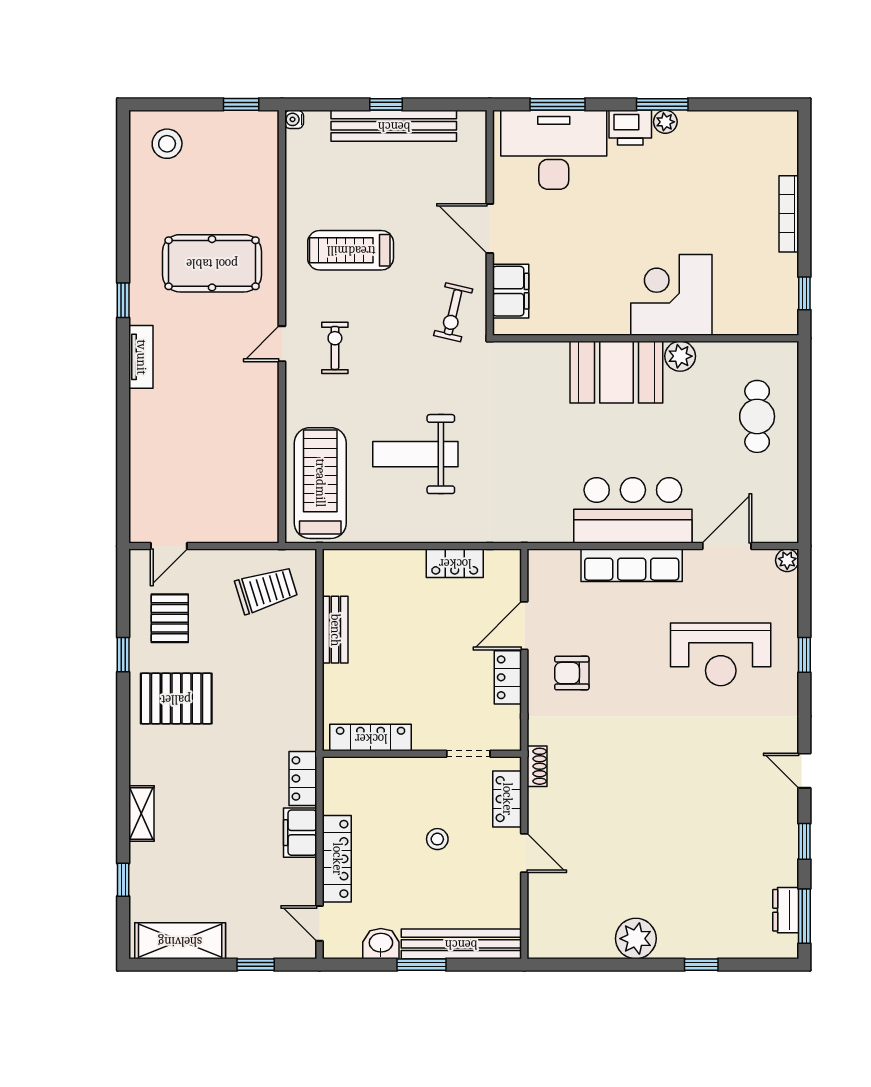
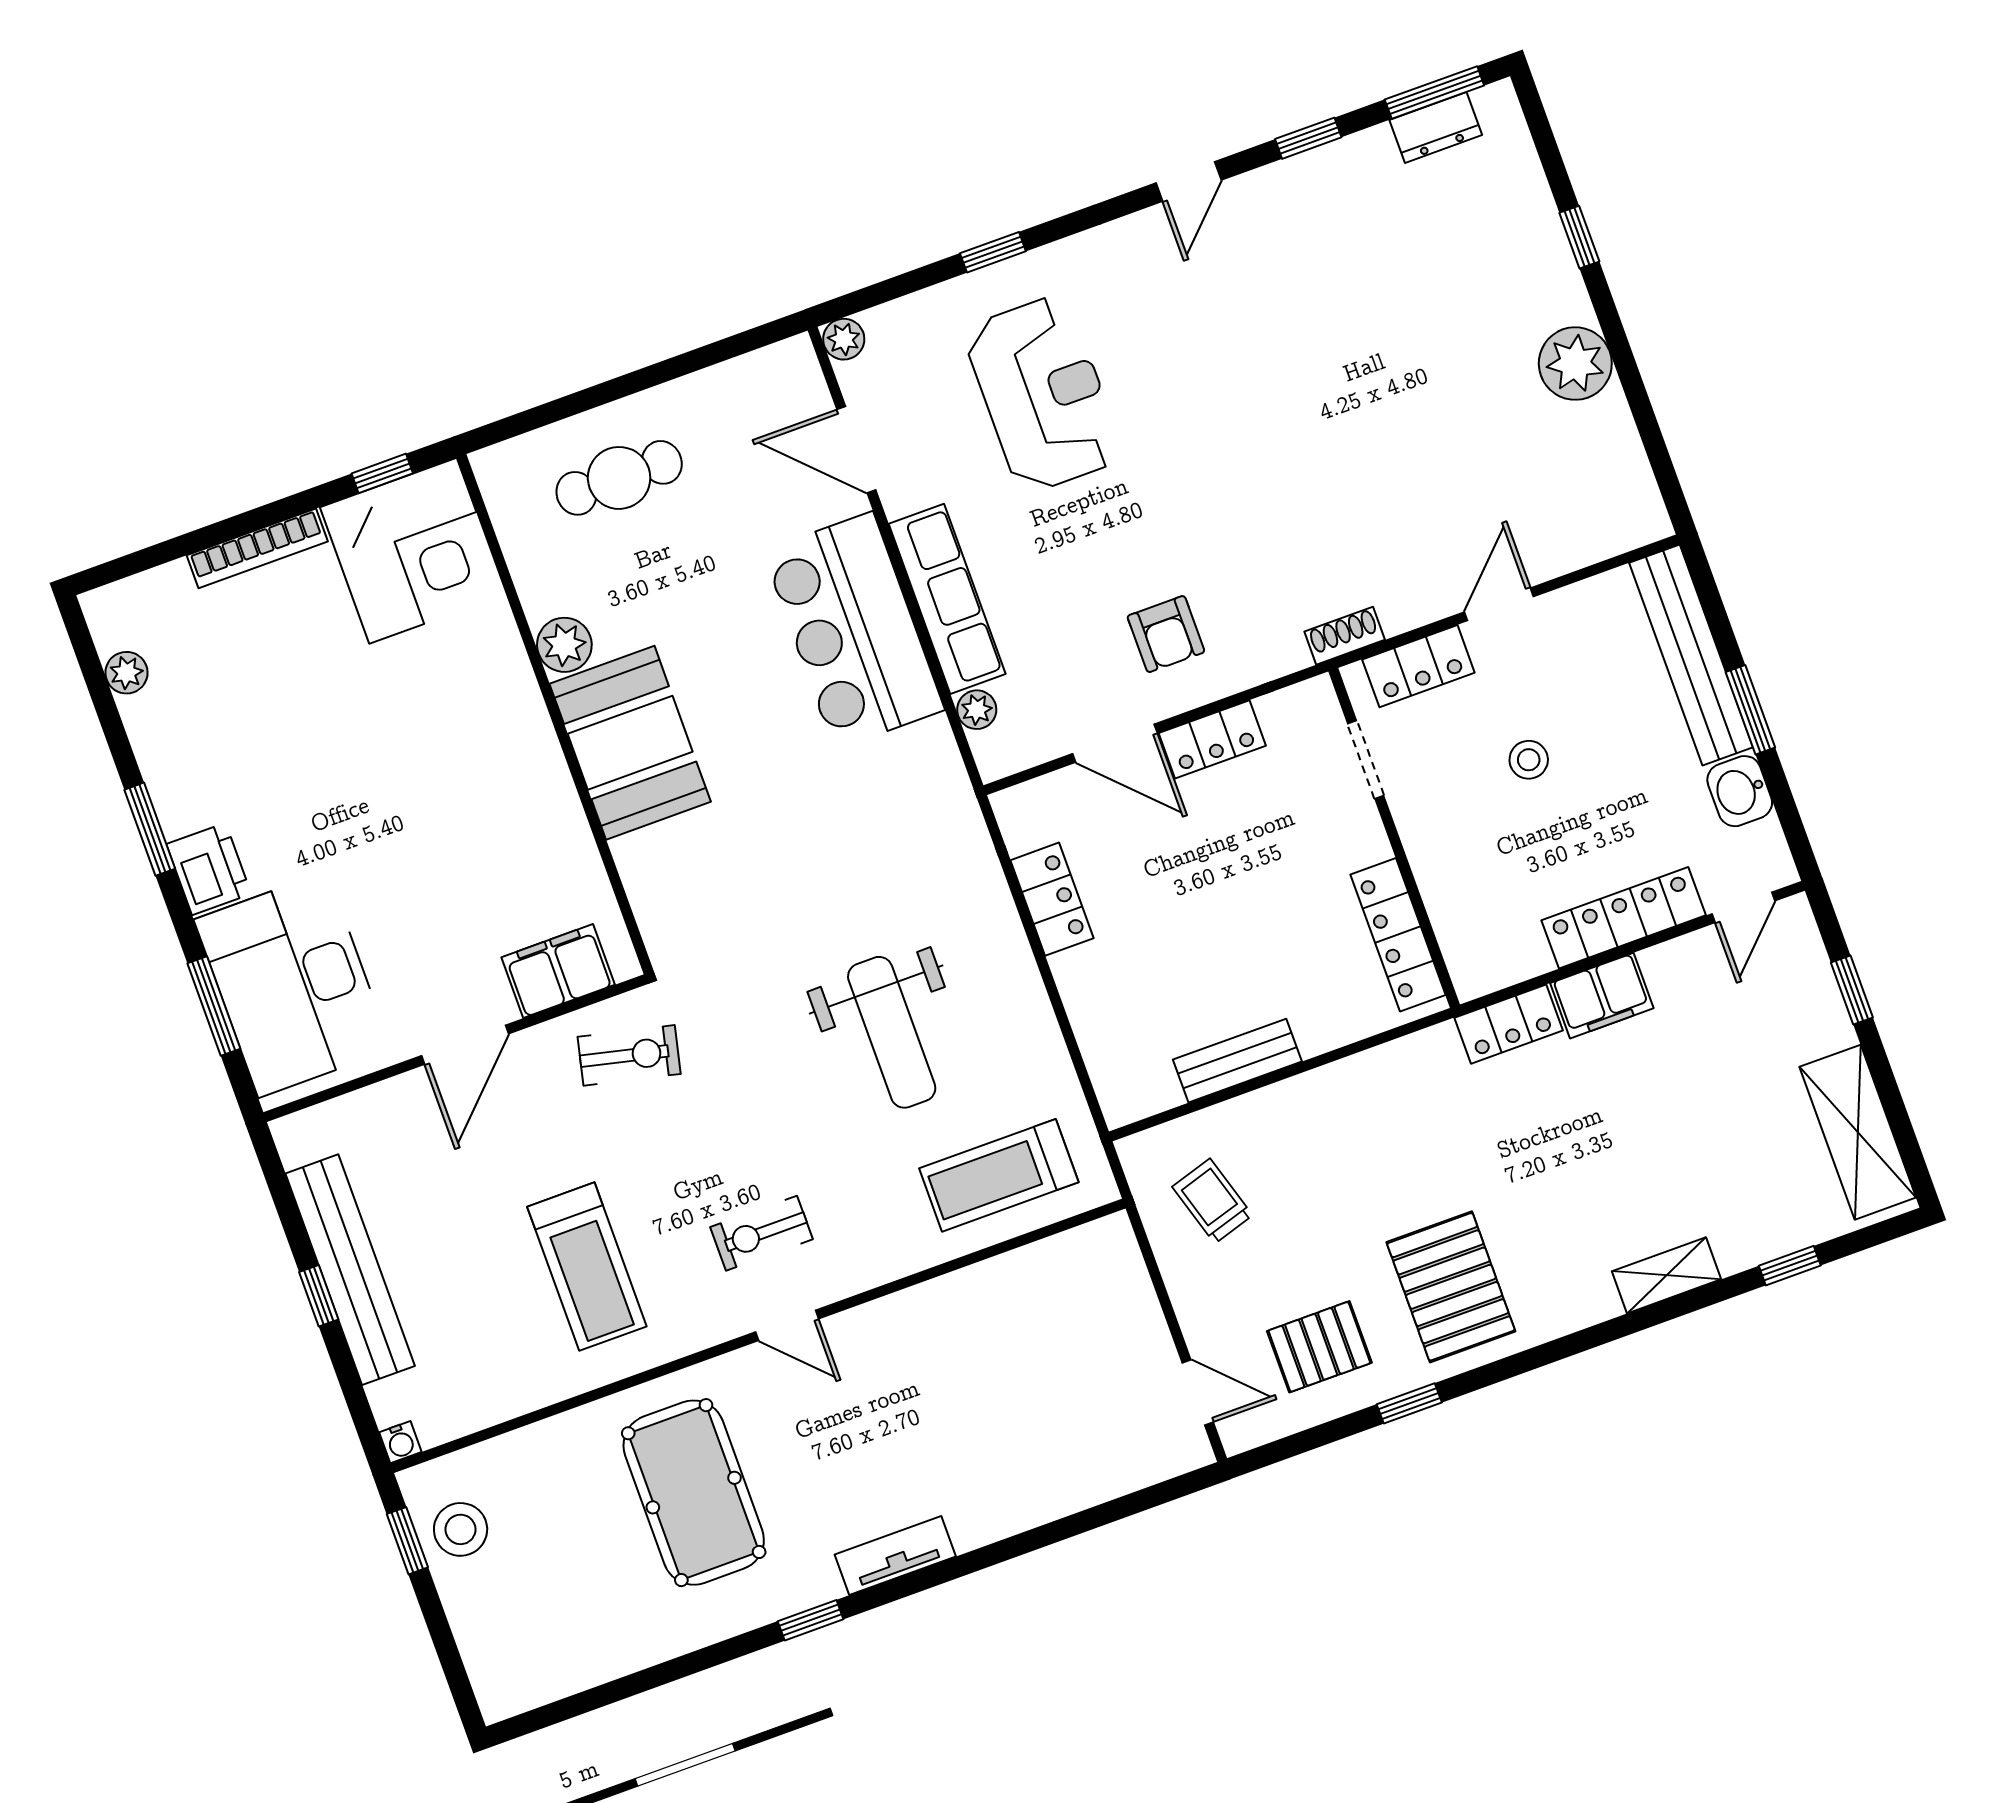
plant: (665, 122) -> (126, 673), moved
stool: (167, 144) -> (461, 1529), moved
corner desk: (671, 295) -> (413, 551), moved, turned -90
treadmill: (320, 483) -> (999, 1175), width x0.73, depth x0.73
plant: (568, 560) -> (977, 710), added
trolley: (266, 590) -> (1212, 1201), width x0.73, depth x0.72

